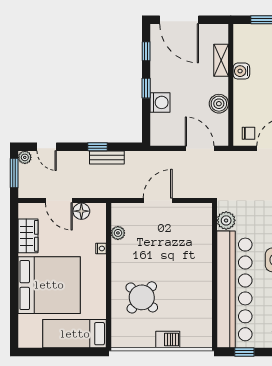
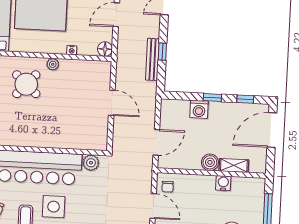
boiler: (219, 104) -> (210, 162), moved
bench: (107, 157) -> (152, 59), width x1.36
floor lamp: (81, 211) -> (105, 49), moved
plant: (118, 233) -> (53, 64), moved

